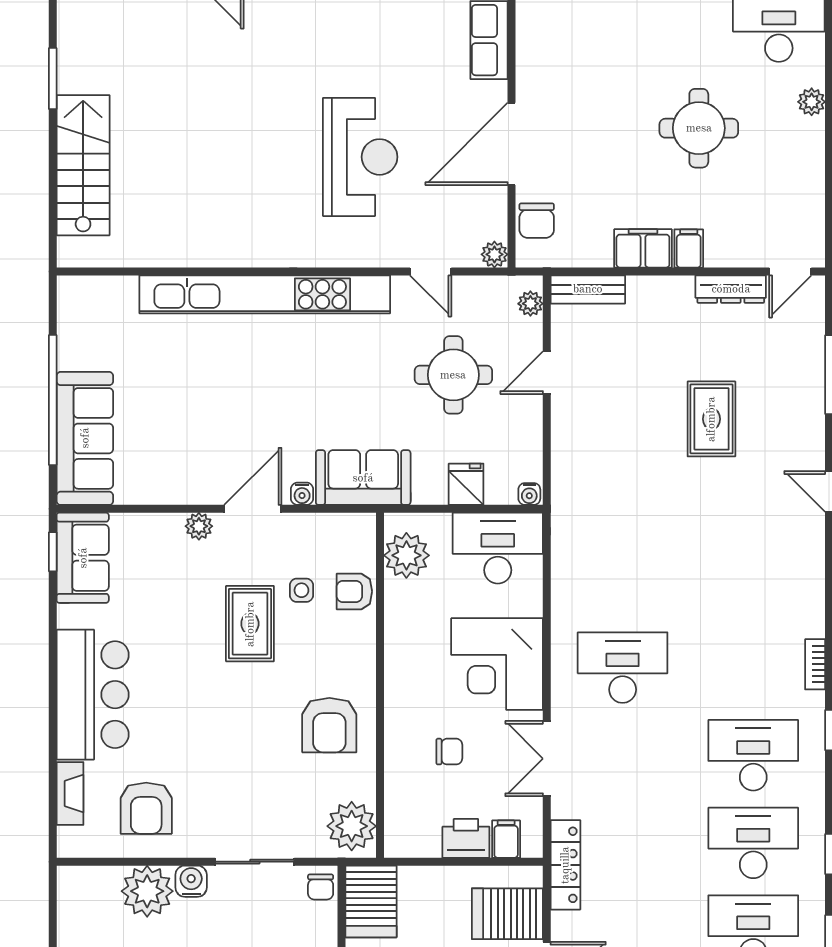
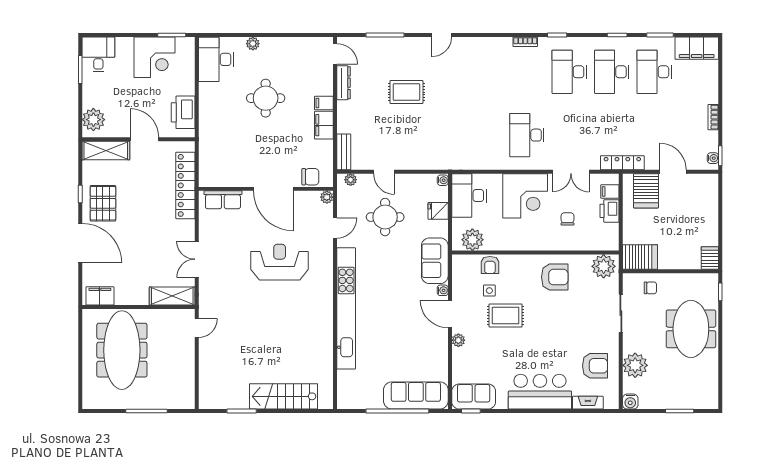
water cooler: (191, 881) -> (630, 402), moved, turned -90
chair: (321, 887) -> (650, 288), moved

